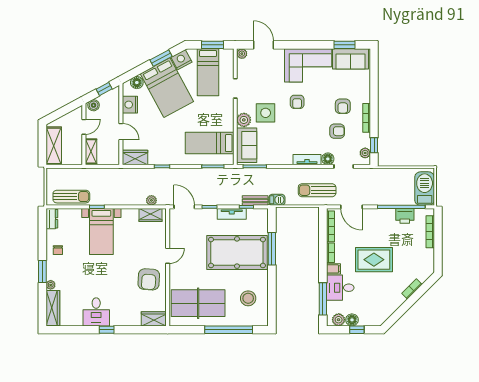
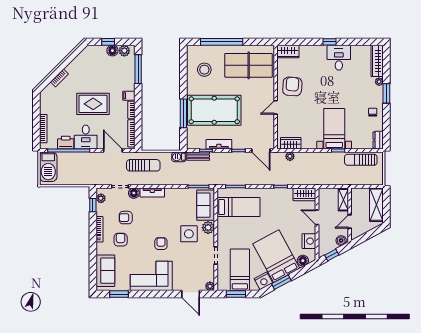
sofa: (351, 59) -> (105, 271), moved, turned 90
desk: (340, 288) -> (86, 137), moved, turned 90

